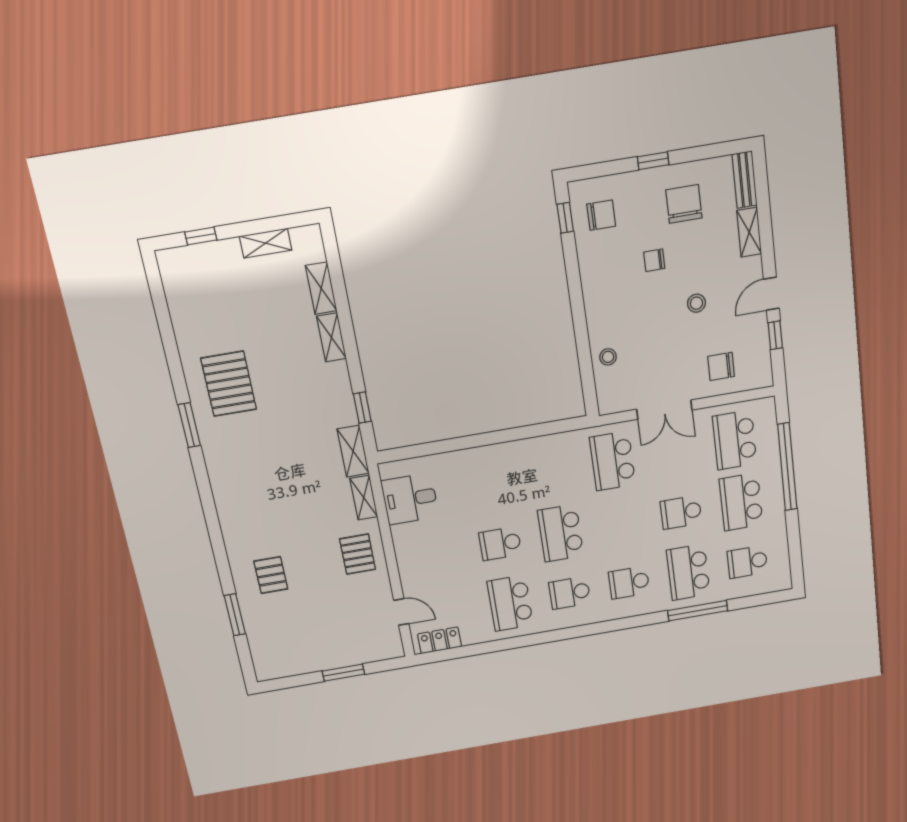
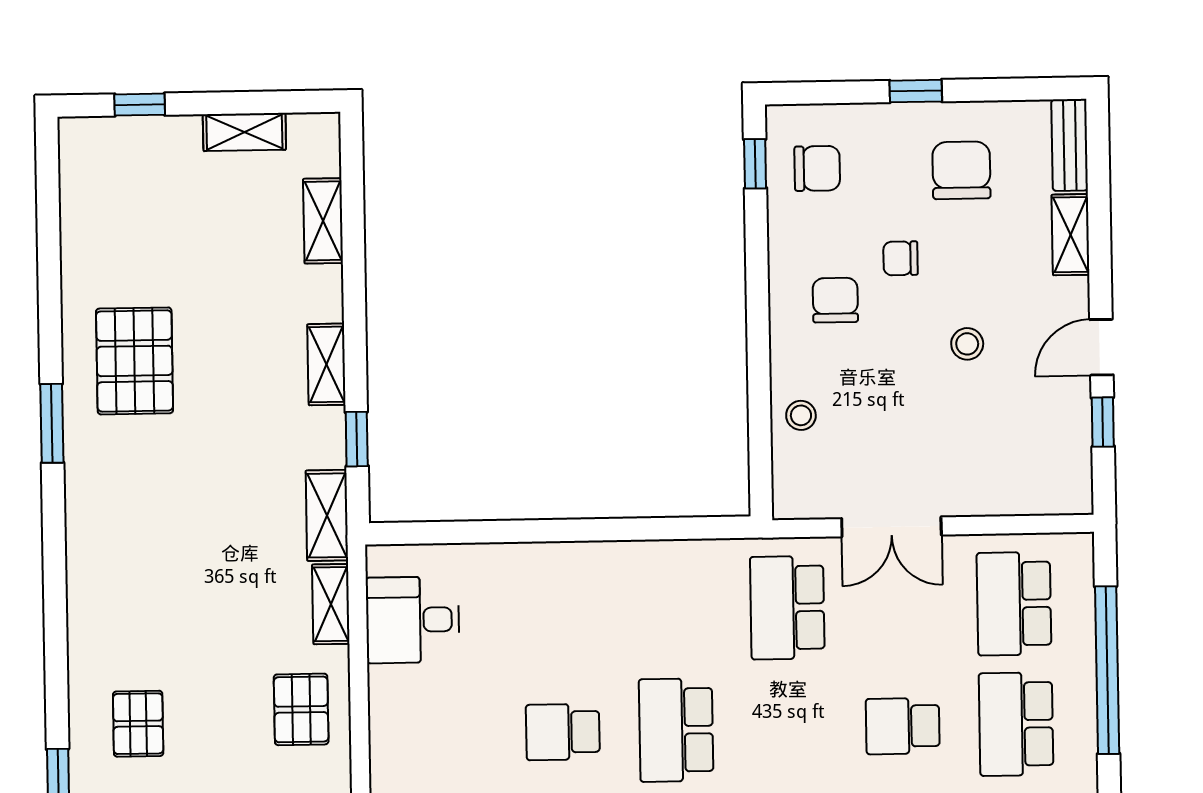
shelving: (332, 337) -> (326, 364), moved
chair: (721, 366) -> (835, 300), moved, turned 90

